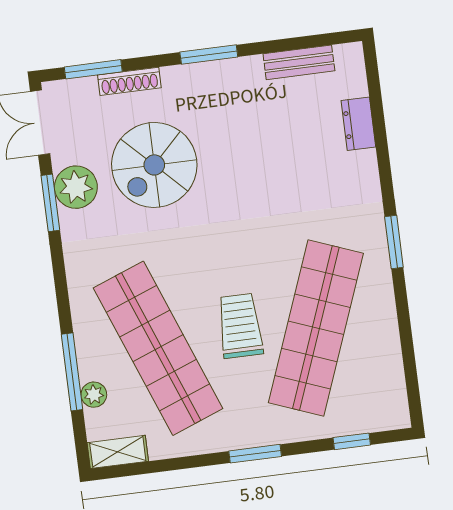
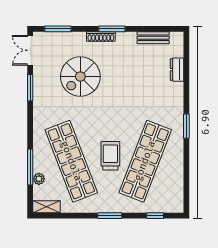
shoe rack: (129, 81) -> (101, 36), moved
plant: (76, 187) -> (43, 82), removed

